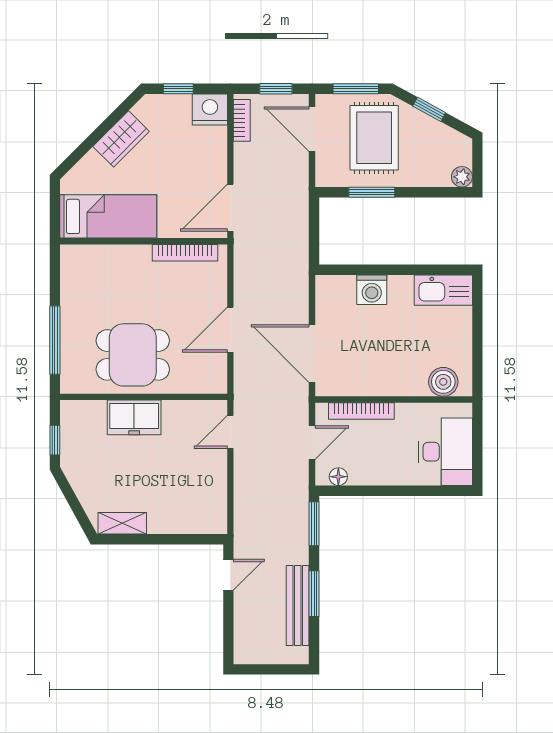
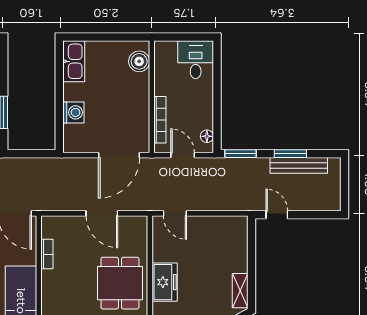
bookcase: (185, 253) -> (47, 254), width x0.64
desk: (446, 452) -> (196, 60), width x0.73

